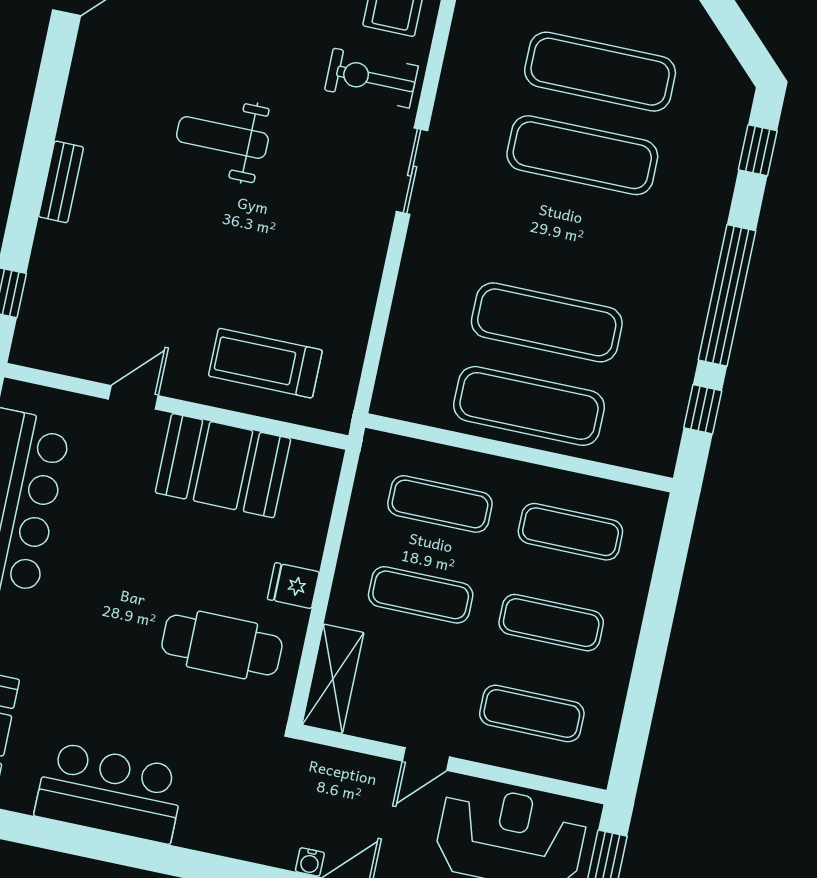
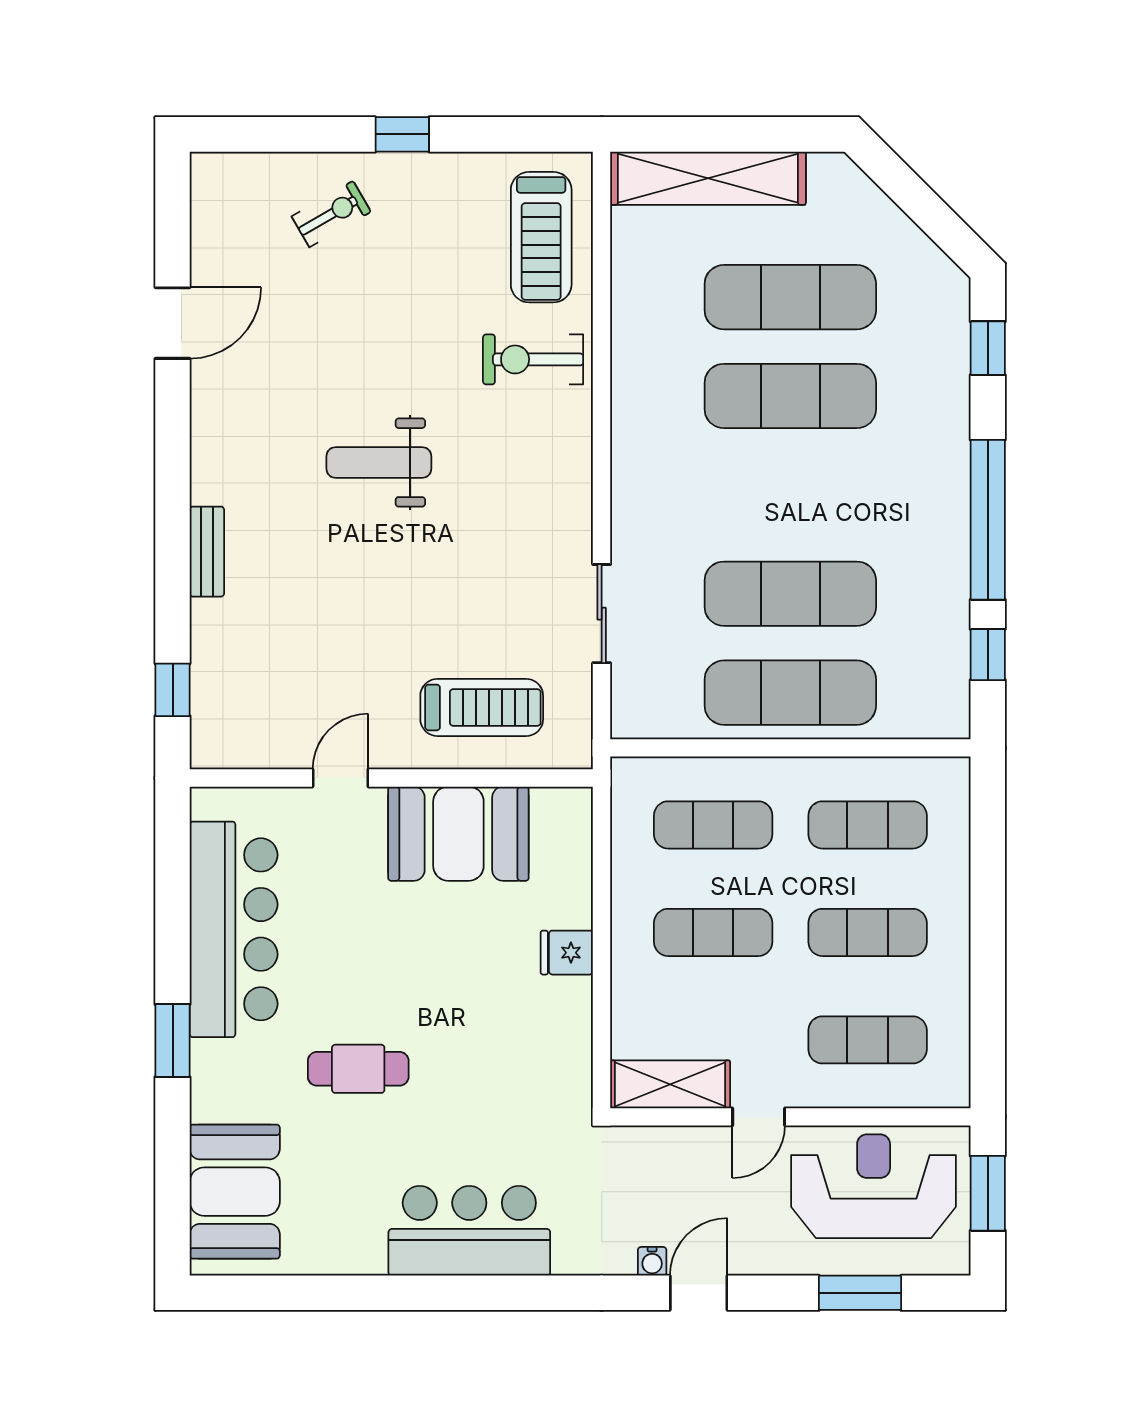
sliding door: (412, 171) -> (602, 614), moved
treadmill: (265, 363) -> (482, 707), turned 180
cafe table: (222, 645) -> (358, 1069), moved, width x0.73, depth x0.74
shelving: (333, 679) -> (670, 1084), moved, turned 90
bar counter: (110, 792) -> (469, 1231), moved

